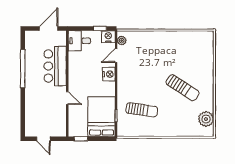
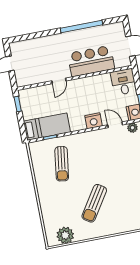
bed: (101, 117) -> (47, 127), width x0.67

